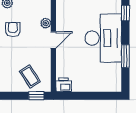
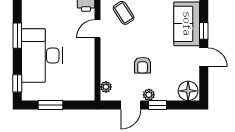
plant: (46, 23) -> (106, 87), moved
door: (53, 40) -> (97, 29), moved

